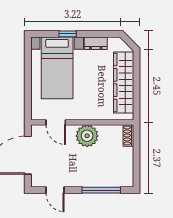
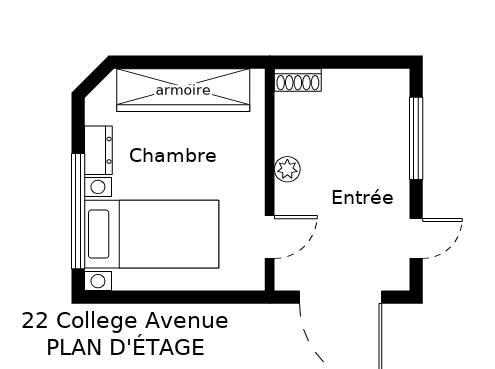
window: (68, 34) -> (78, 211), width x3.17
plant: (87, 136) -> (287, 169), width x0.53, depth x0.53

